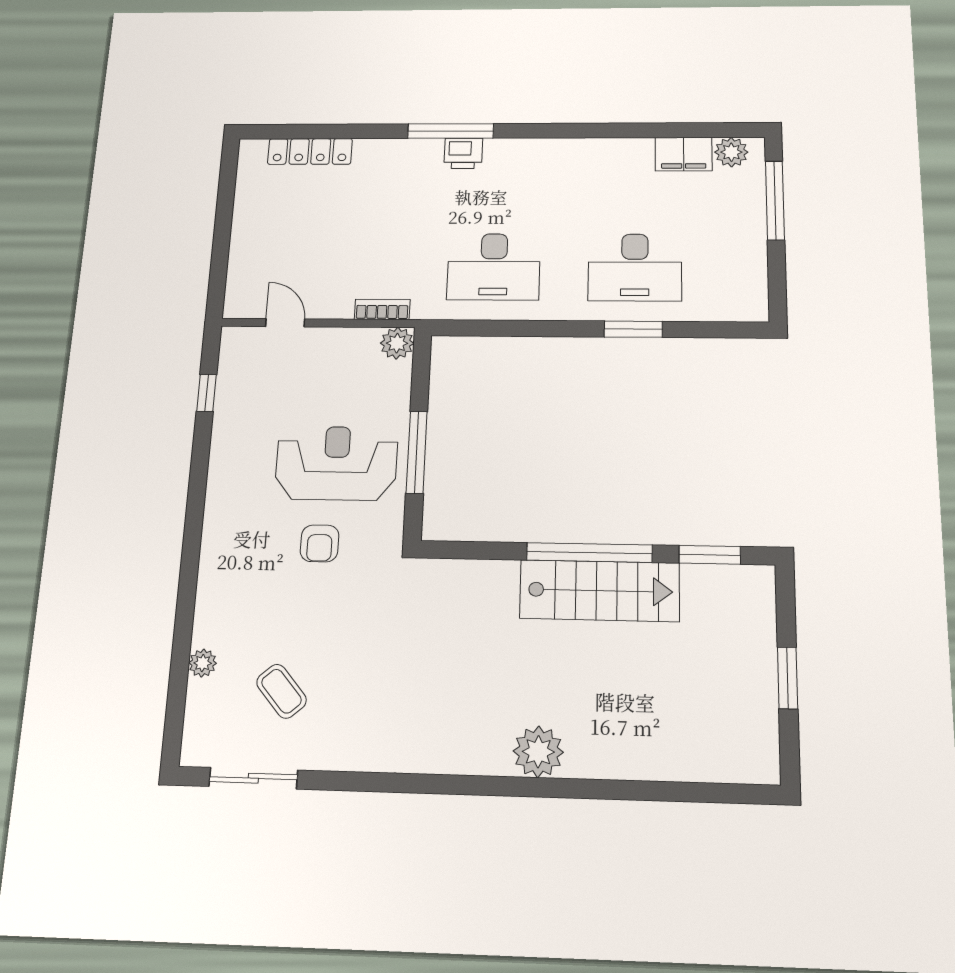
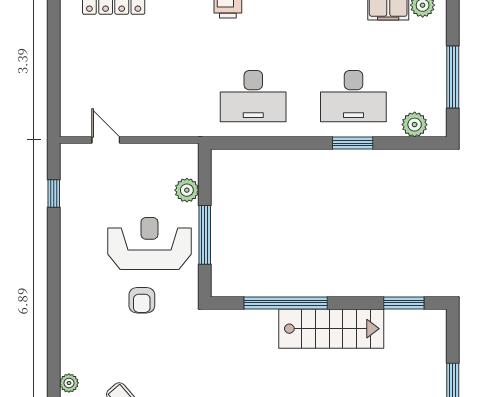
window: (775, 200) -> (453, 77), moved
plant: (722, 305) -> (415, 125), added
bookcase: (382, 309) -> (175, 129), removed
plant: (397, 343) -> (187, 190), moved
window: (589, 552) -> (286, 303), moved

